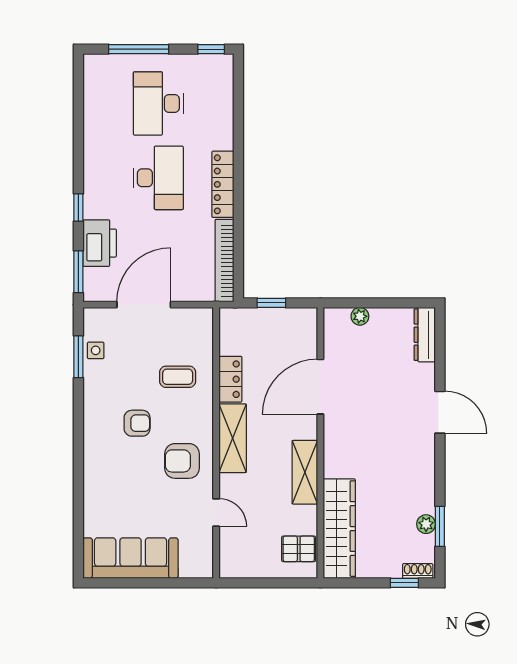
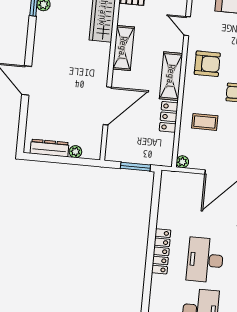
bookcase: (224, 261) -> (165, 199), removed
window: (271, 303) -> (135, 167), width x1.50
plant: (205, 316) -> (182, 162), added
dresser: (425, 335) -> (49, 148), moved, turned -90

